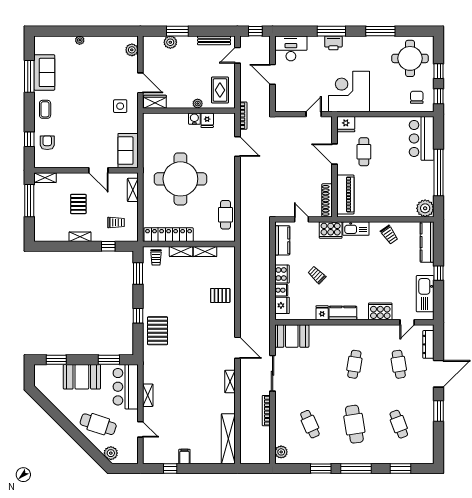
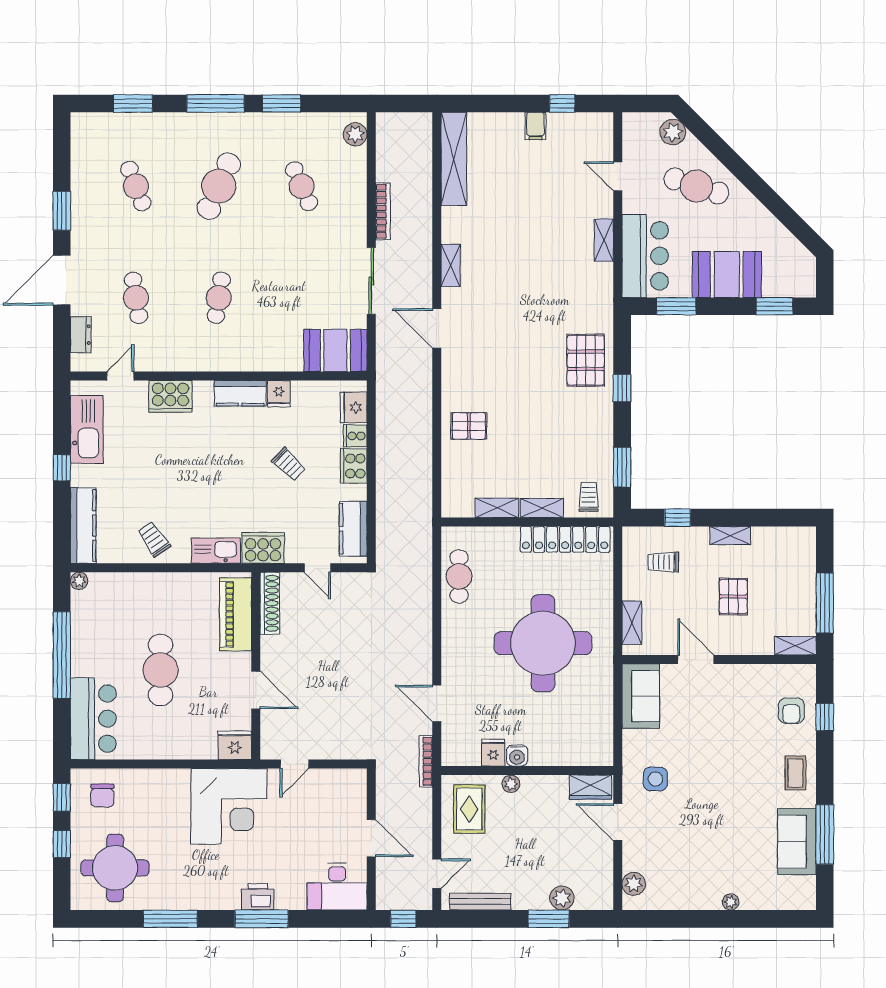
cafe table: (364, 152) -> (160, 670), moved, width x1.37, depth x1.35
plant: (425, 208) -> (79, 581), width x0.53, depth x0.53
dresser: (428, 344) -> (81, 335), width x0.70
cafe table: (354, 424) -> (219, 186), turned 33

